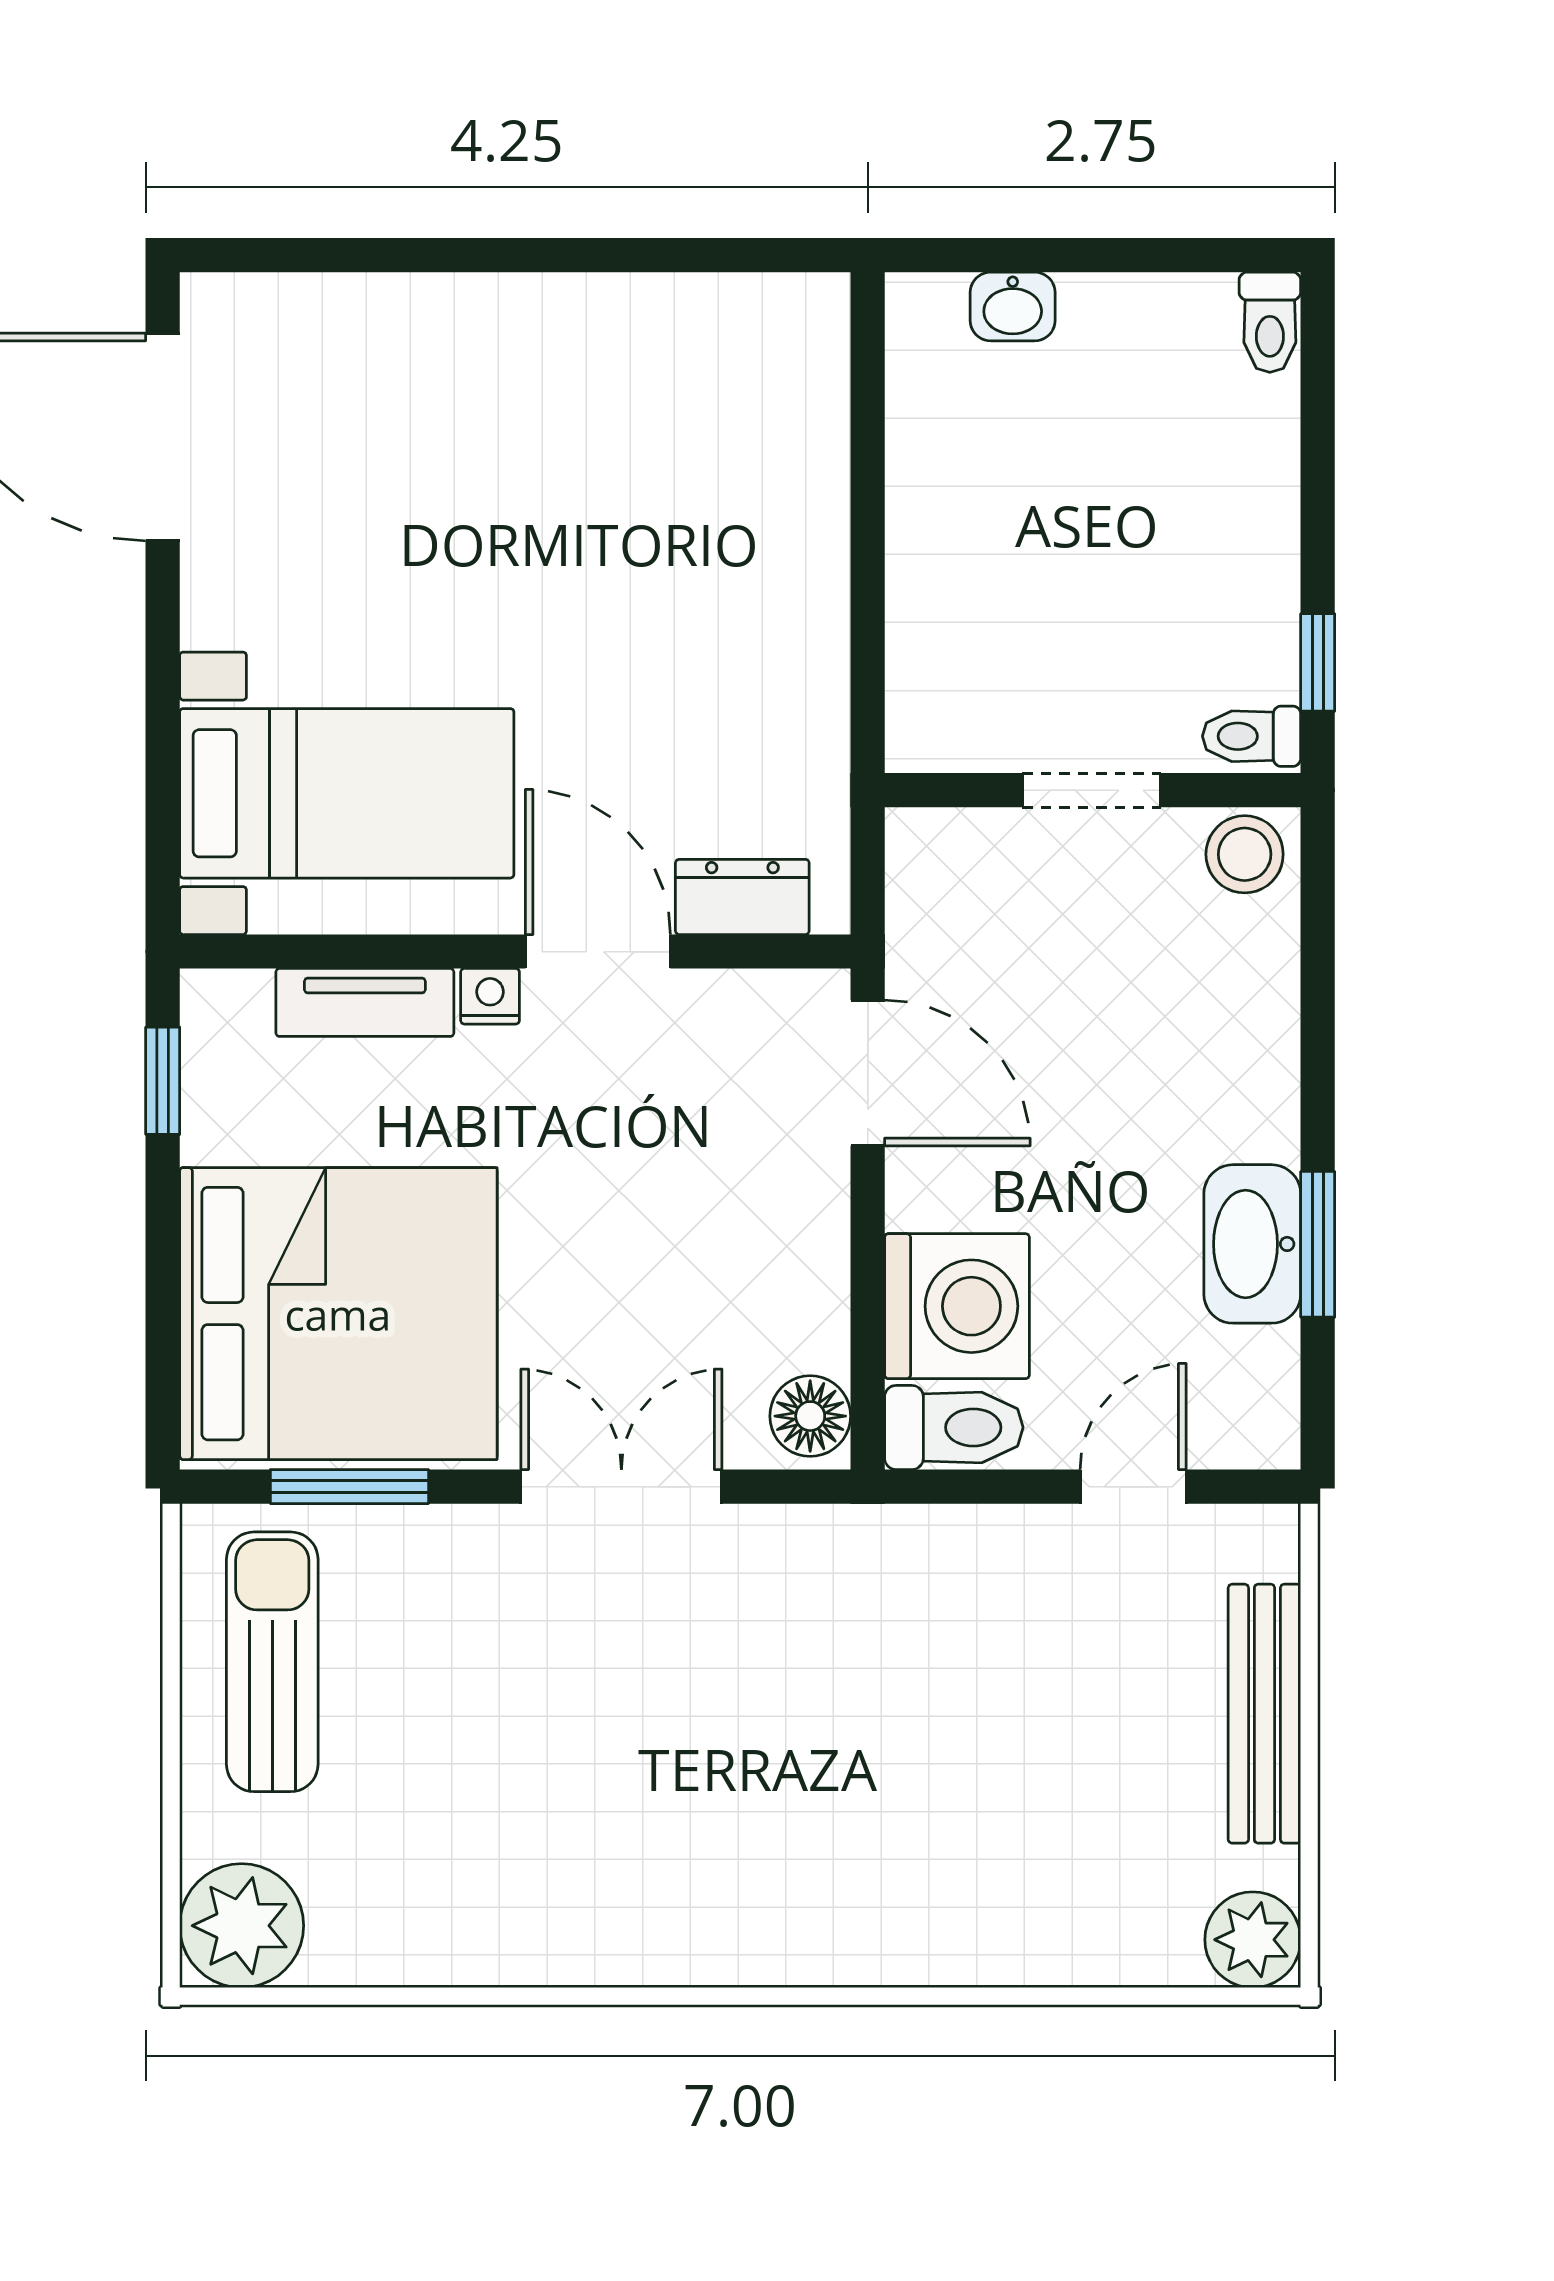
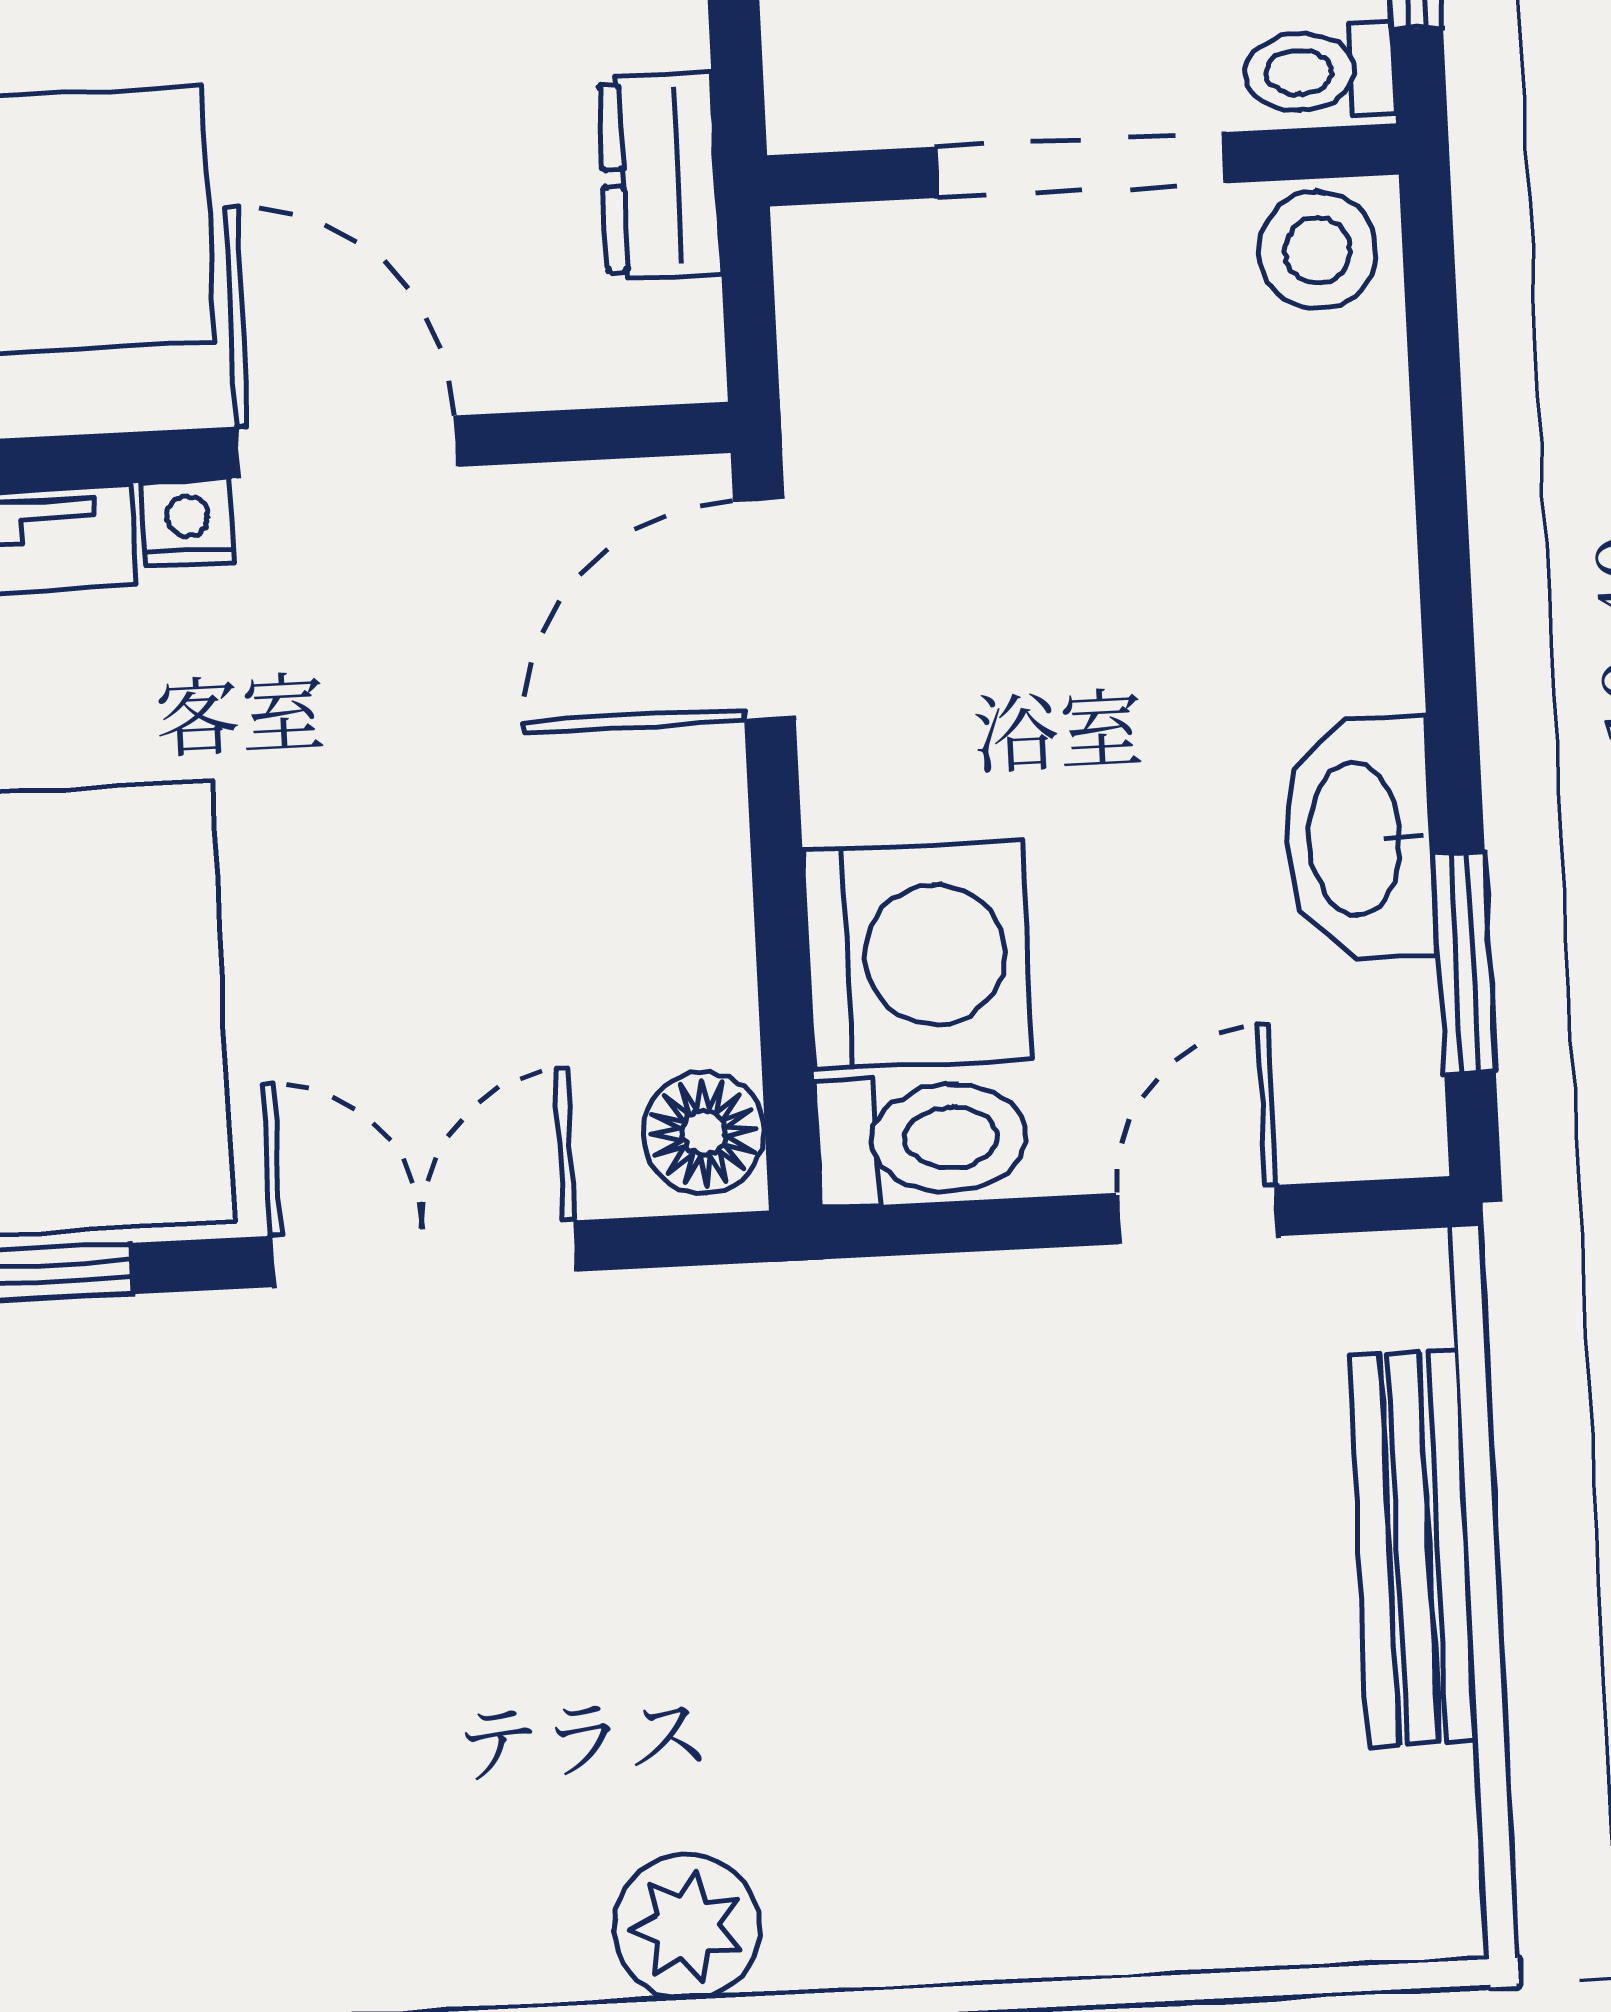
doorway: (1091, 790) -> (1081, 165), width x1.38
dresser: (742, 897) -> (660, 176), moved, turned -90
door: (868, 1073) -> (764, 610), swing flipped
window: (1318, 1244) -> (1464, 963), moved
plant: (1253, 1940) -> (687, 1927), moved

